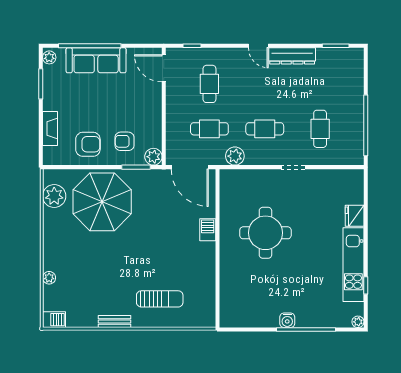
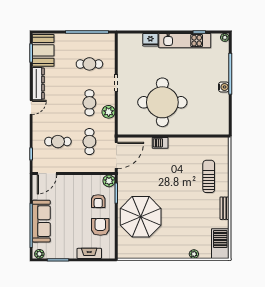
booth: (339, 63) -> (43, 50), added
plant: (235, 156) -> (109, 112), moved
plant: (54, 196) -> (137, 250), removed
round table: (265, 233) -> (162, 102), width x1.36, depth x1.36
barbecue: (54, 320) -> (220, 244), width x1.88, depth x1.53

